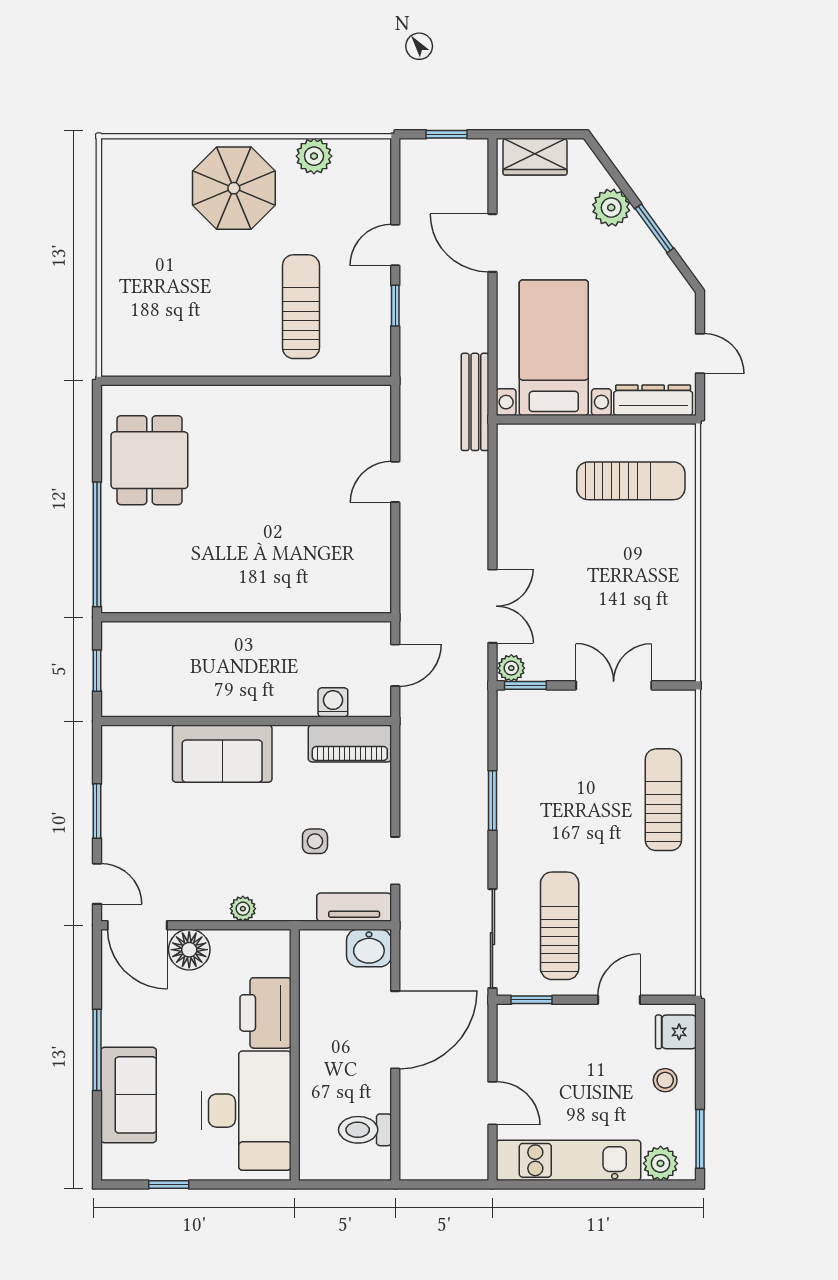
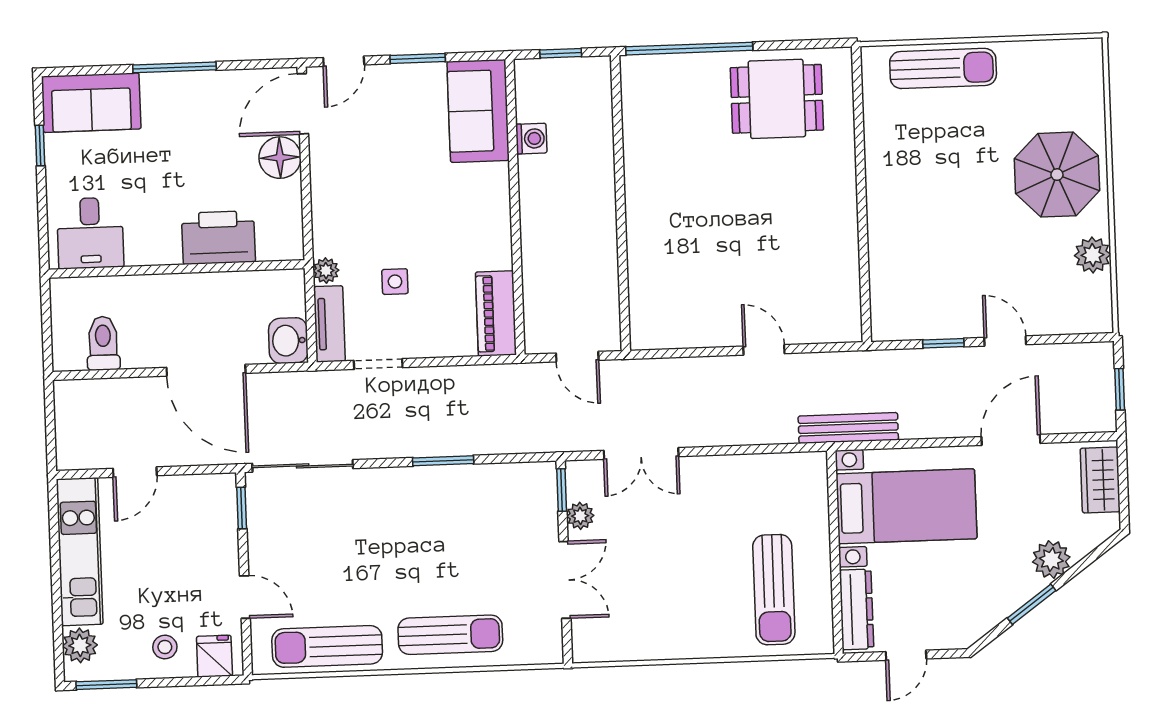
sun lounger: (301, 307) -> (943, 68), moved
plant: (511, 668) -> (580, 516), moved
washing machine: (333, 702) -> (531, 139), moved
sofa: (222, 754) -> (478, 111), moved
plant: (243, 909) -> (326, 271), moved
sun lounger: (560, 926) -> (327, 646), moved, turned 180
sofa: (129, 1095) -> (91, 103), moved
desk: (246, 1111) -> (90, 233), width x0.53, depth x0.77

